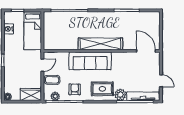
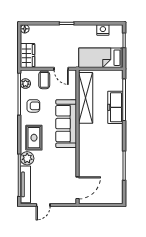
freezer: (76, 18) -> (115, 107), added
shelving: (100, 44) -> (86, 98), moved

